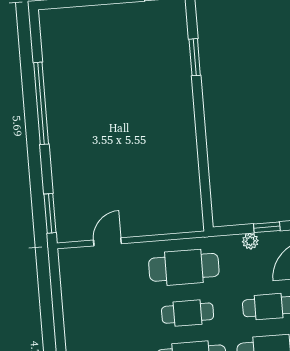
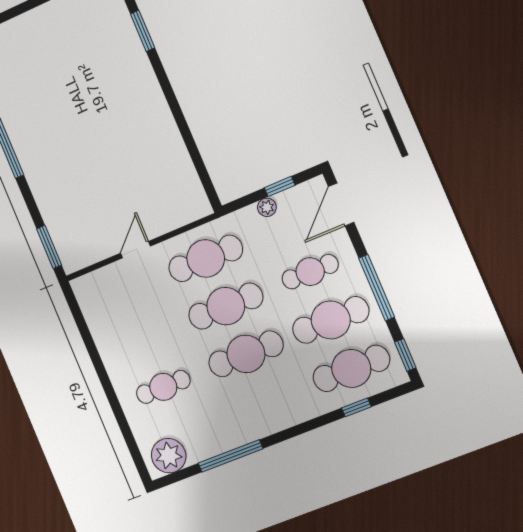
door: (107, 242) -> (135, 250), moved
cafe table: (188, 313) -> (226, 306), width x1.37, depth x1.35

